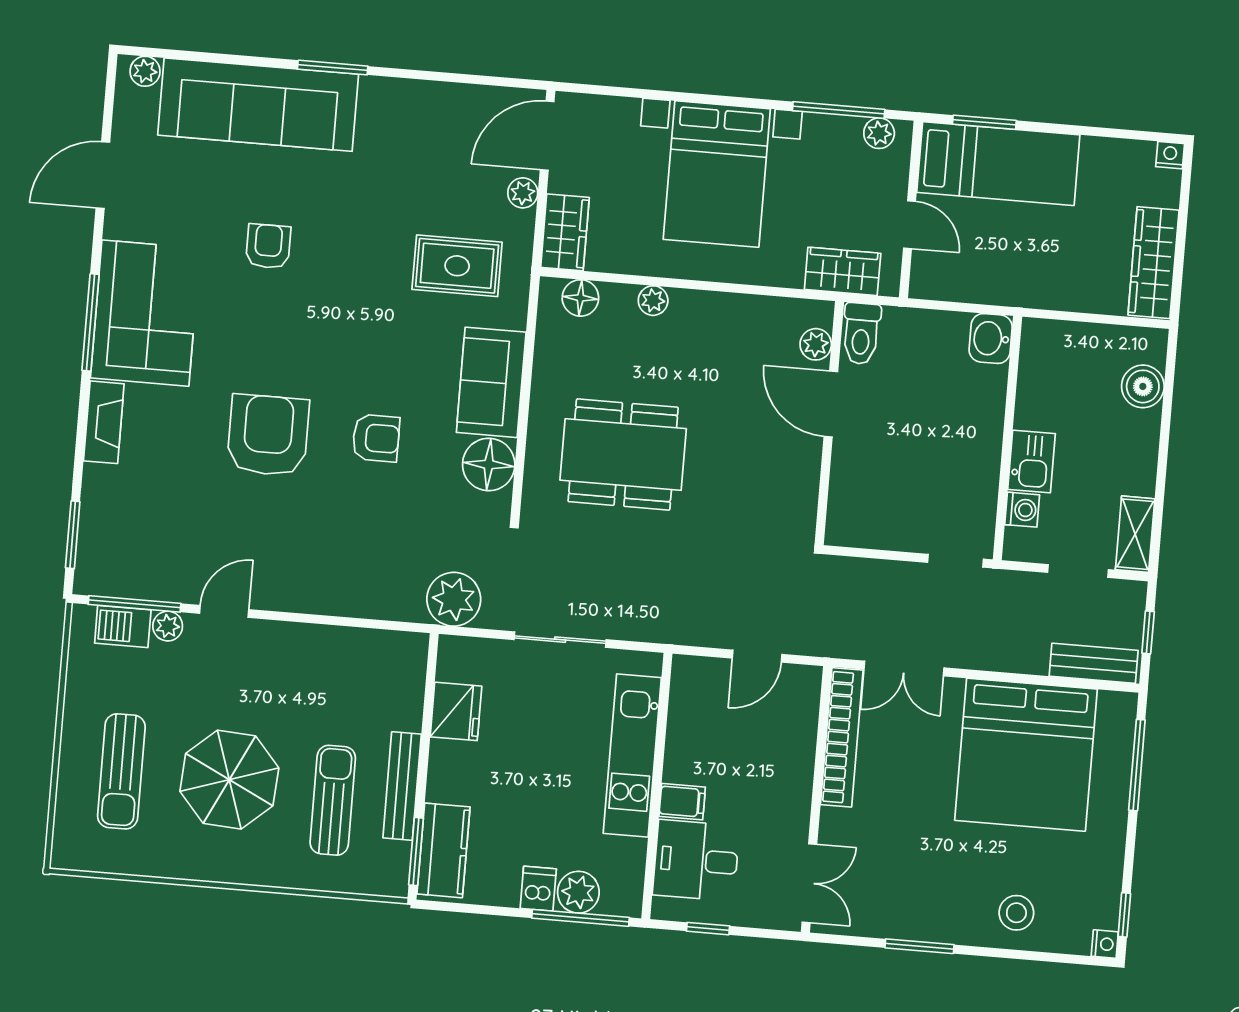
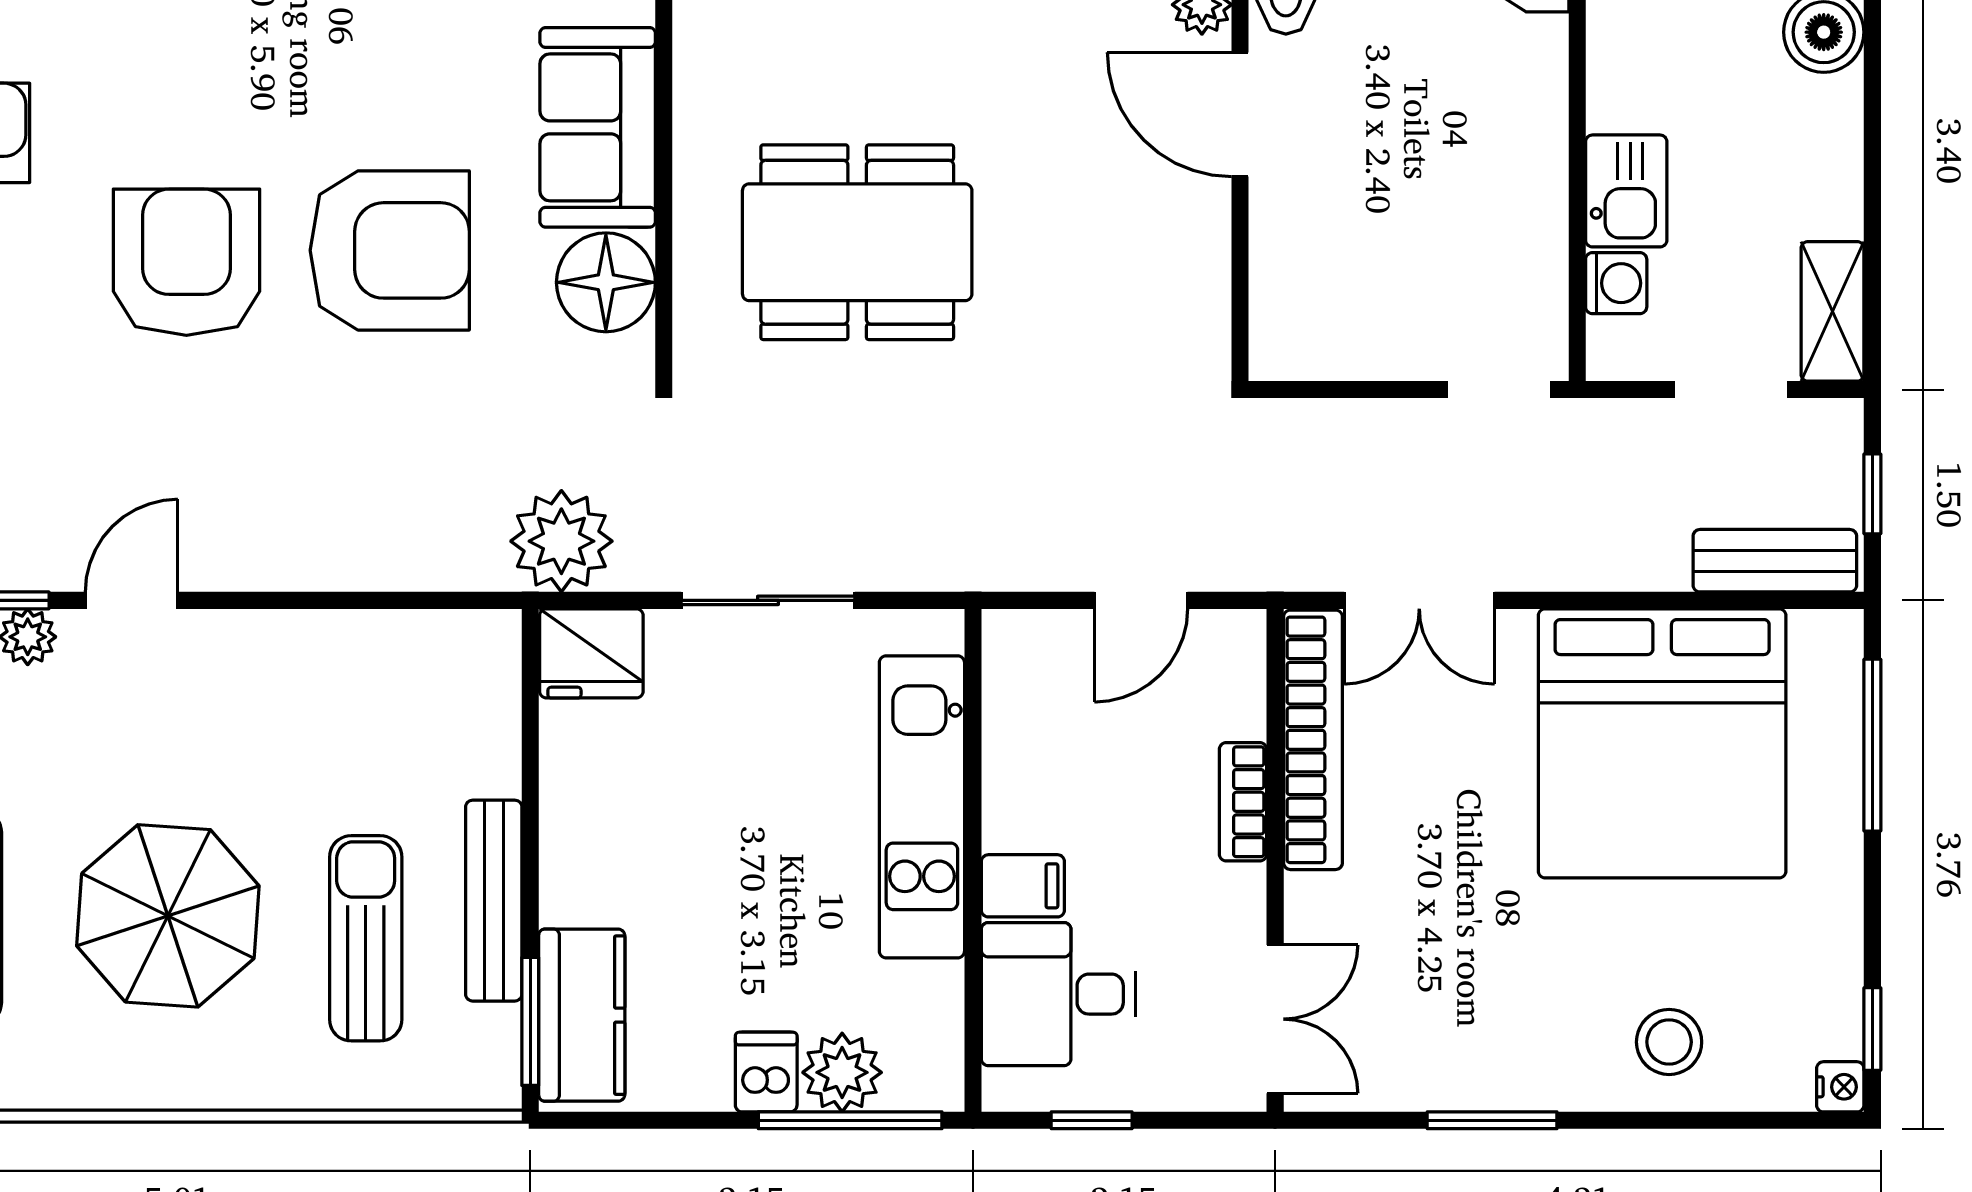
armchair: (376, 438) -> (390, 250), width x1.88, depth x1.88
fridge: (456, 711) -> (591, 653), moved, turned 90
bookcase: (802, 767) -> (1243, 802), added

